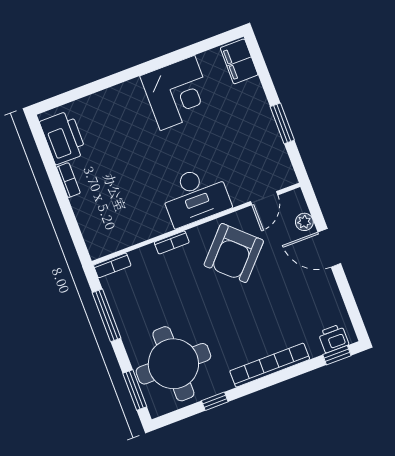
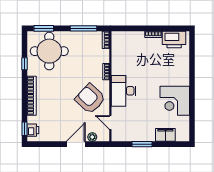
filing cabinet: (239, 61) -> (165, 135), moved

